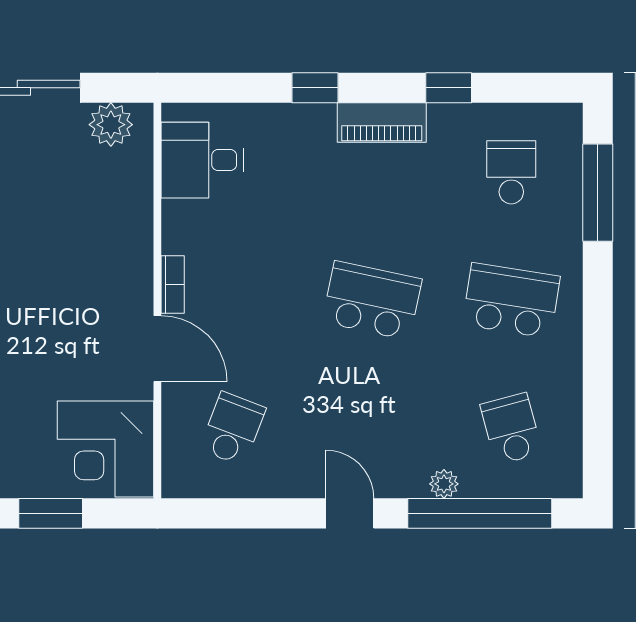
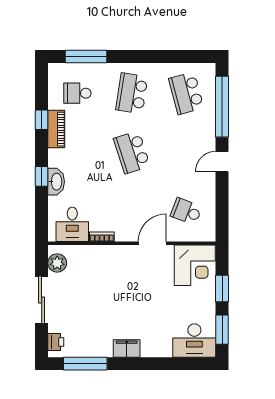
washbasin: (303, 122) -> (56, 182), added
piano: (382, 123) -> (56, 129), moved
bookcase: (173, 284) -> (102, 237), moved
school desk: (372, 301) -> (132, 152), turned -30
school desk: (511, 429) -> (186, 93), width x1.85
plant: (444, 484) -> (210, 122), removed

